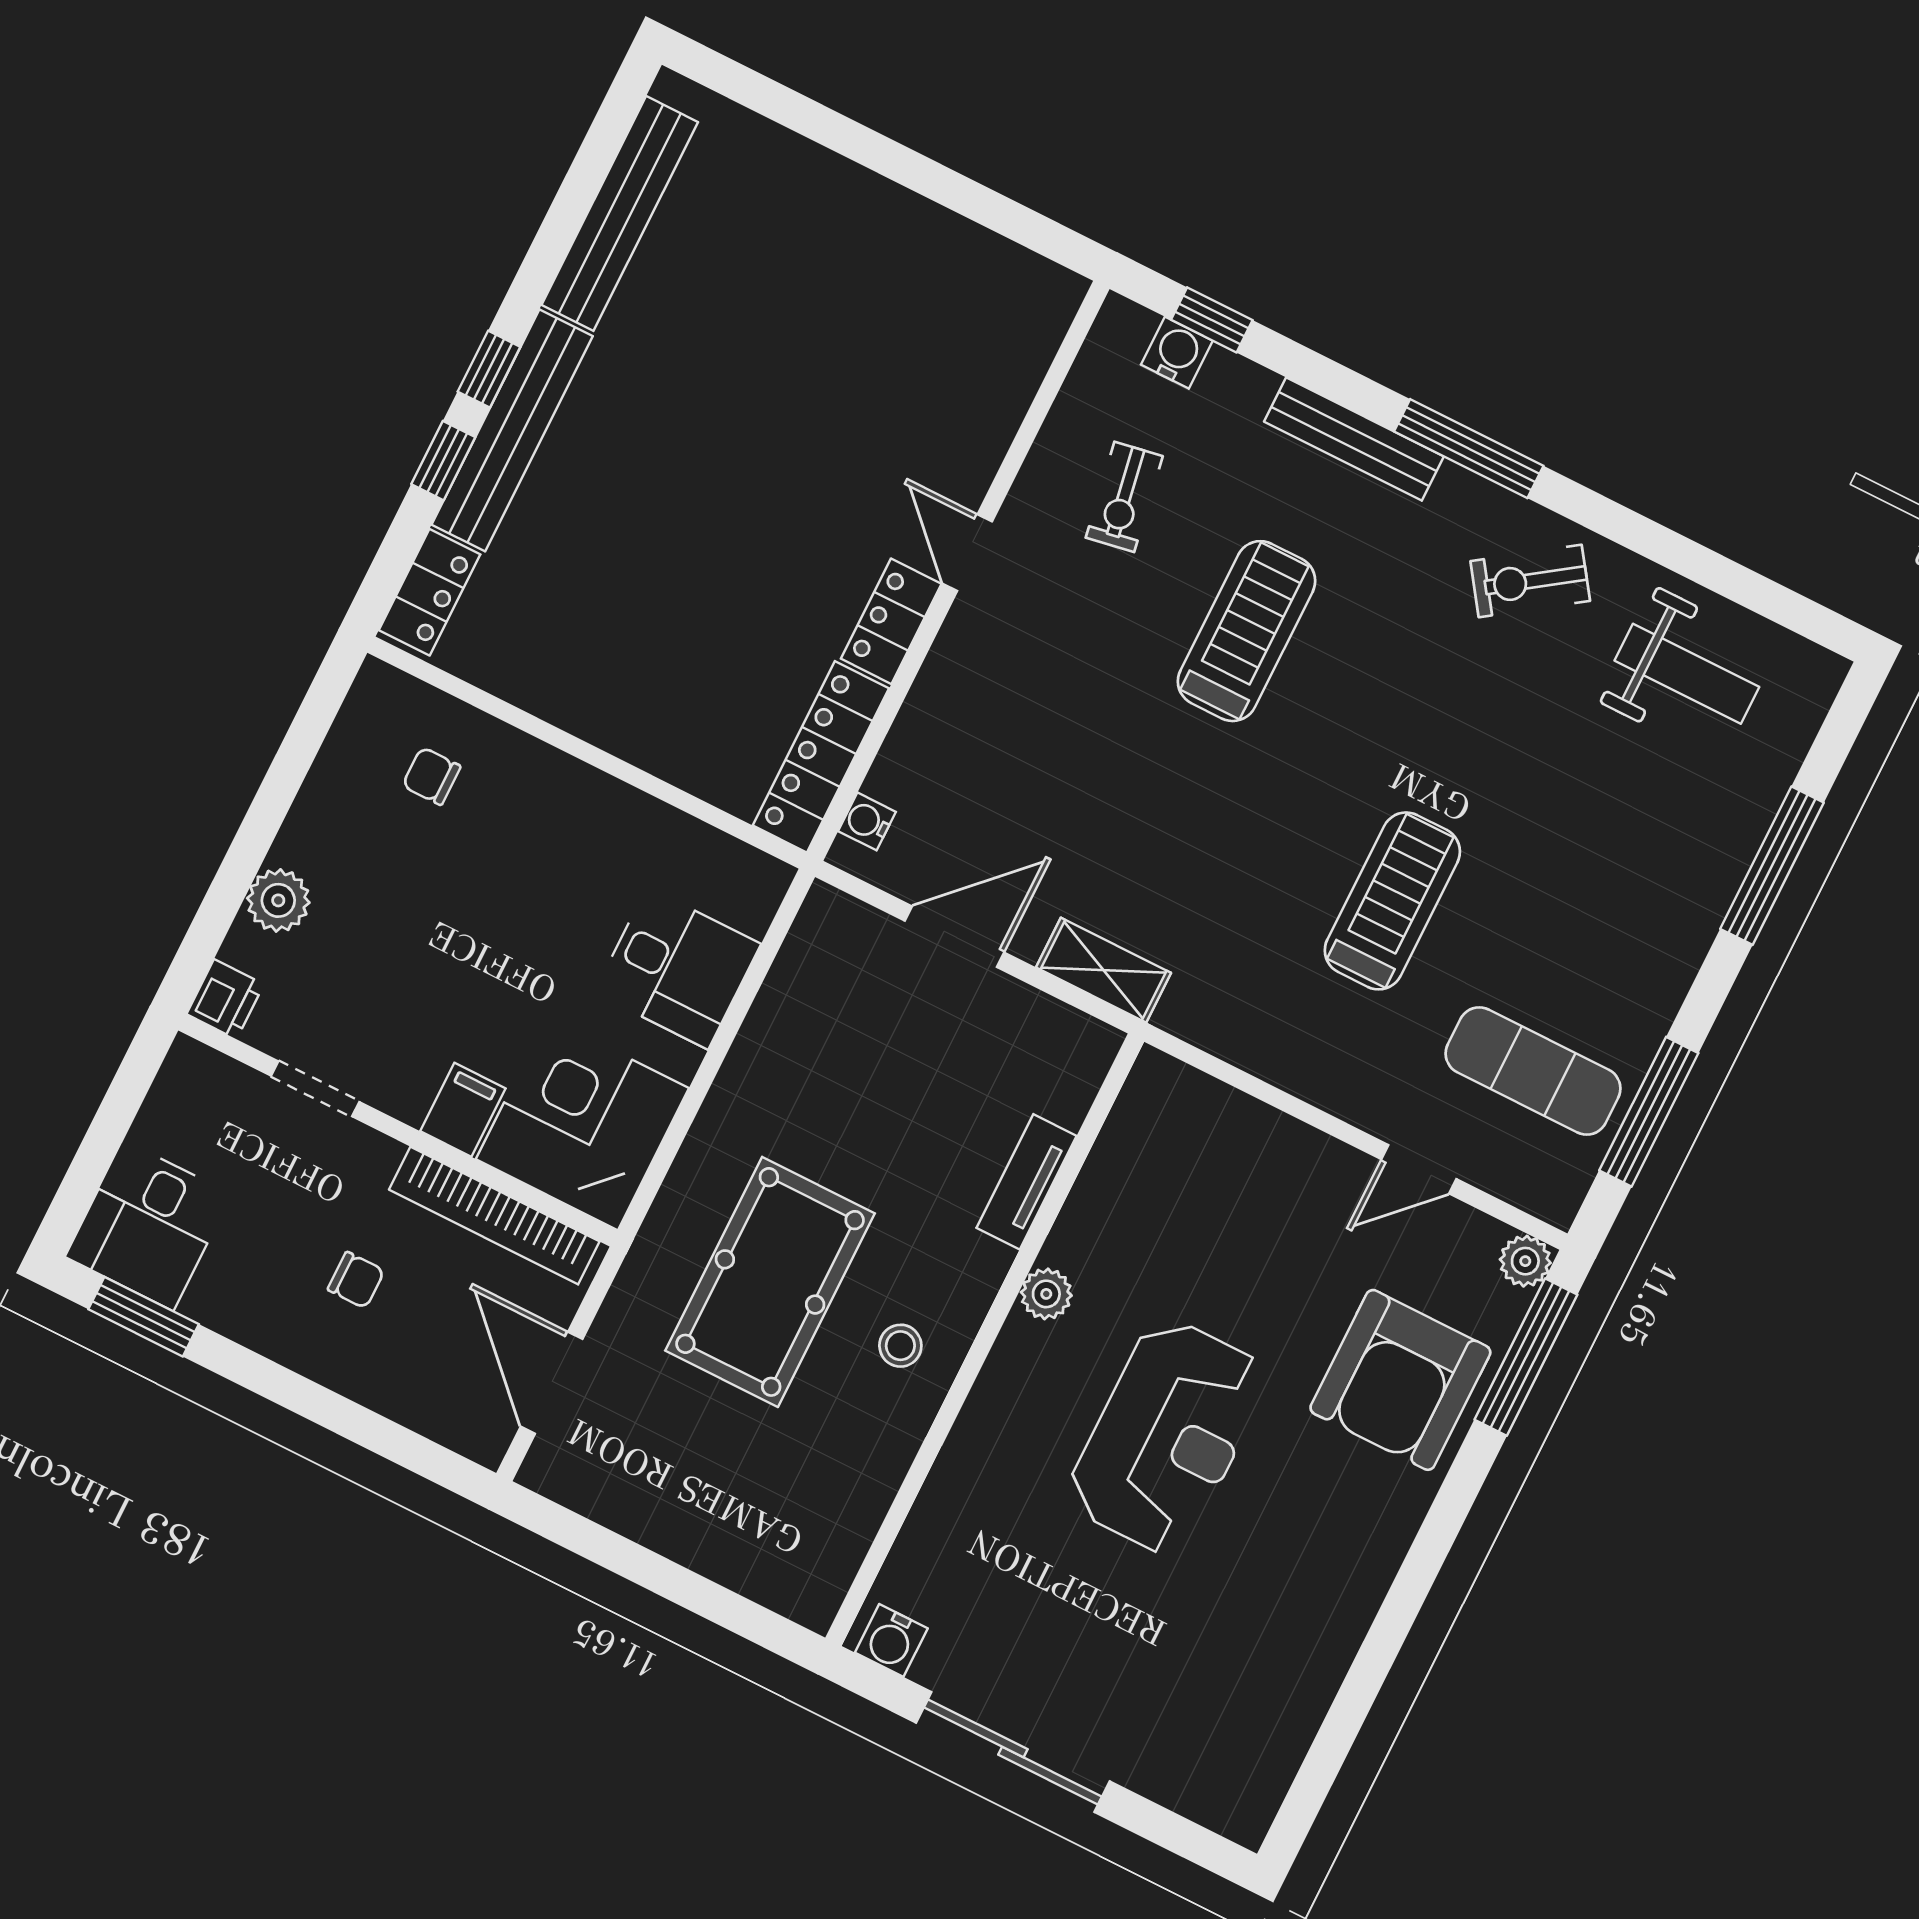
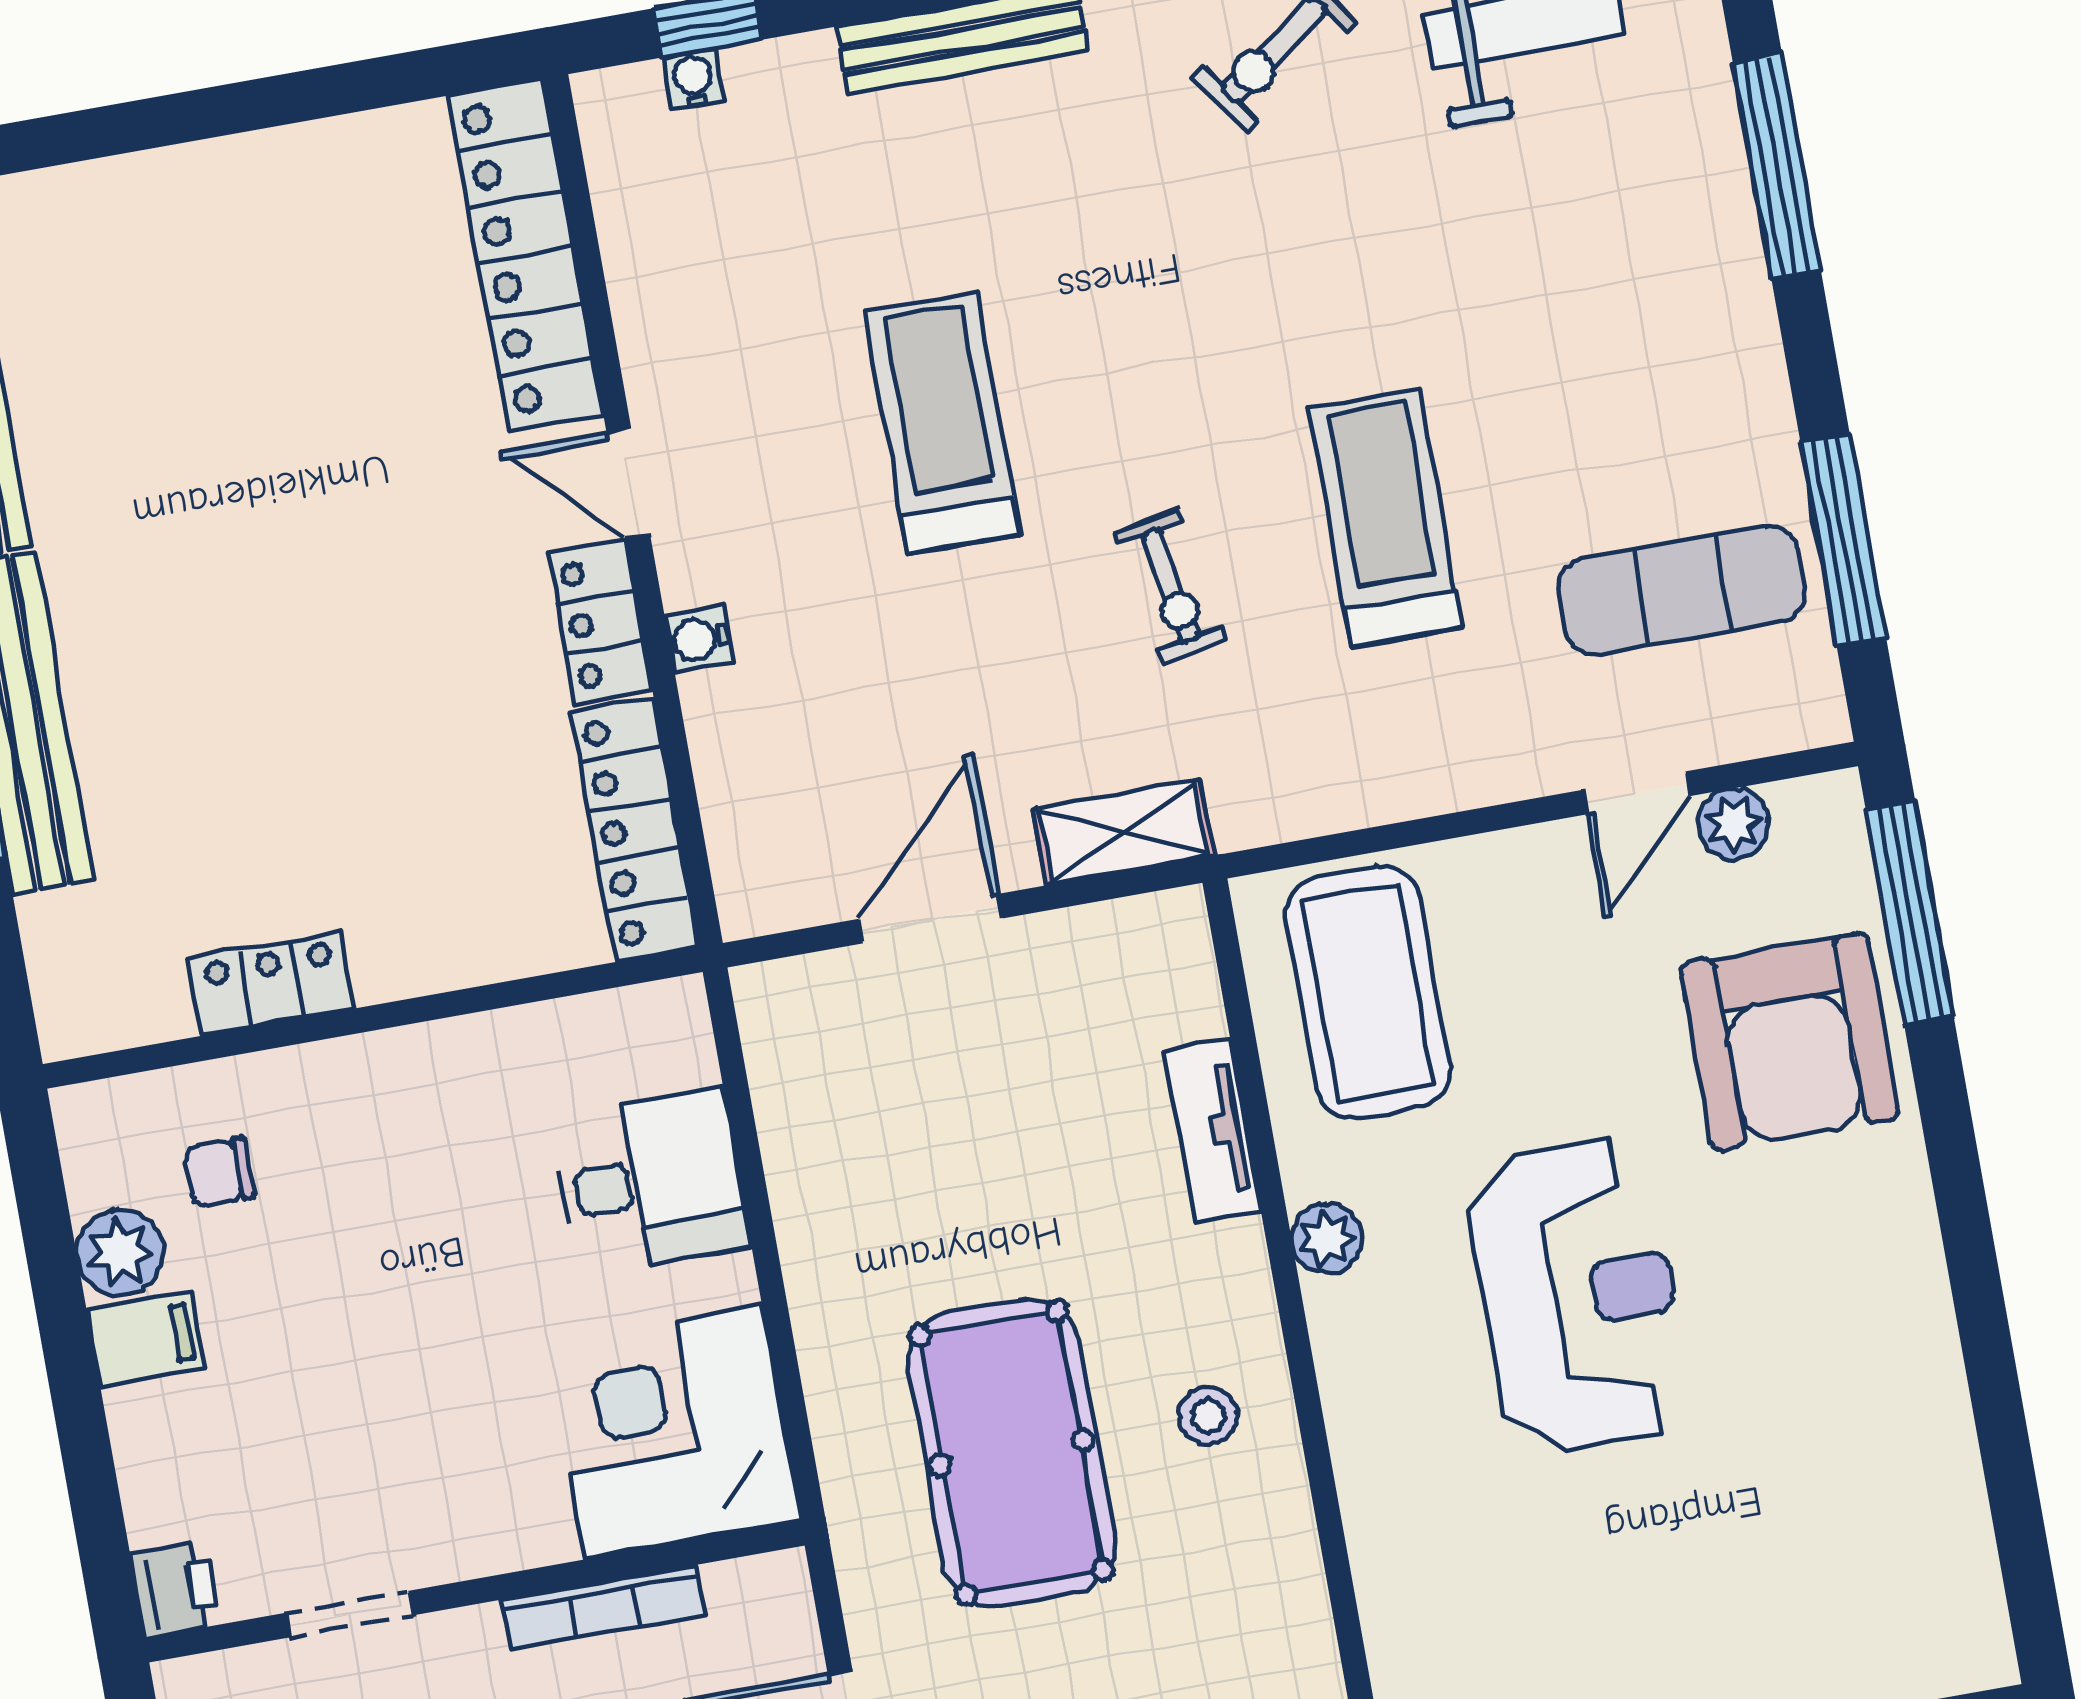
water cooler: (1177, 353) -> (693, 79), width x0.72, depth x0.72
locker: (1007, 376) -> (526, 255), added
exercise bike: (1124, 497) -> (1171, 586), moved
locker: (430, 592) -> (272, 983), moved, turned -90
treadmill: (1247, 631) -> (942, 423), moved
water cooler: (867, 821) -> (699, 639), moved
plant: (278, 900) -> (120, 1252), moved
filing cabinet: (463, 1110) -> (145, 1339), moved, turned 90
coffee table: (1177, 1169) -> (1368, 992), added
bookcase: (494, 1216) -> (604, 1607), width x0.68, depth x0.76
plant: (1525, 1261) -> (1734, 824), moved

